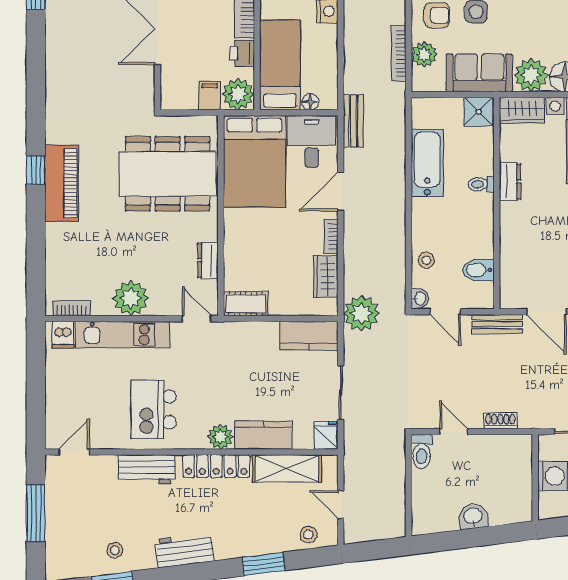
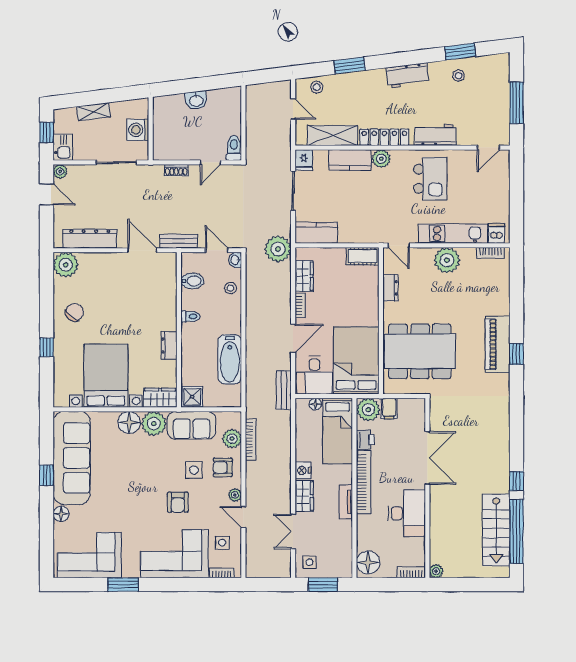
toilet: (481, 184) -> (190, 316), moved
door: (454, 432) -> (210, 162), hinge flipped

